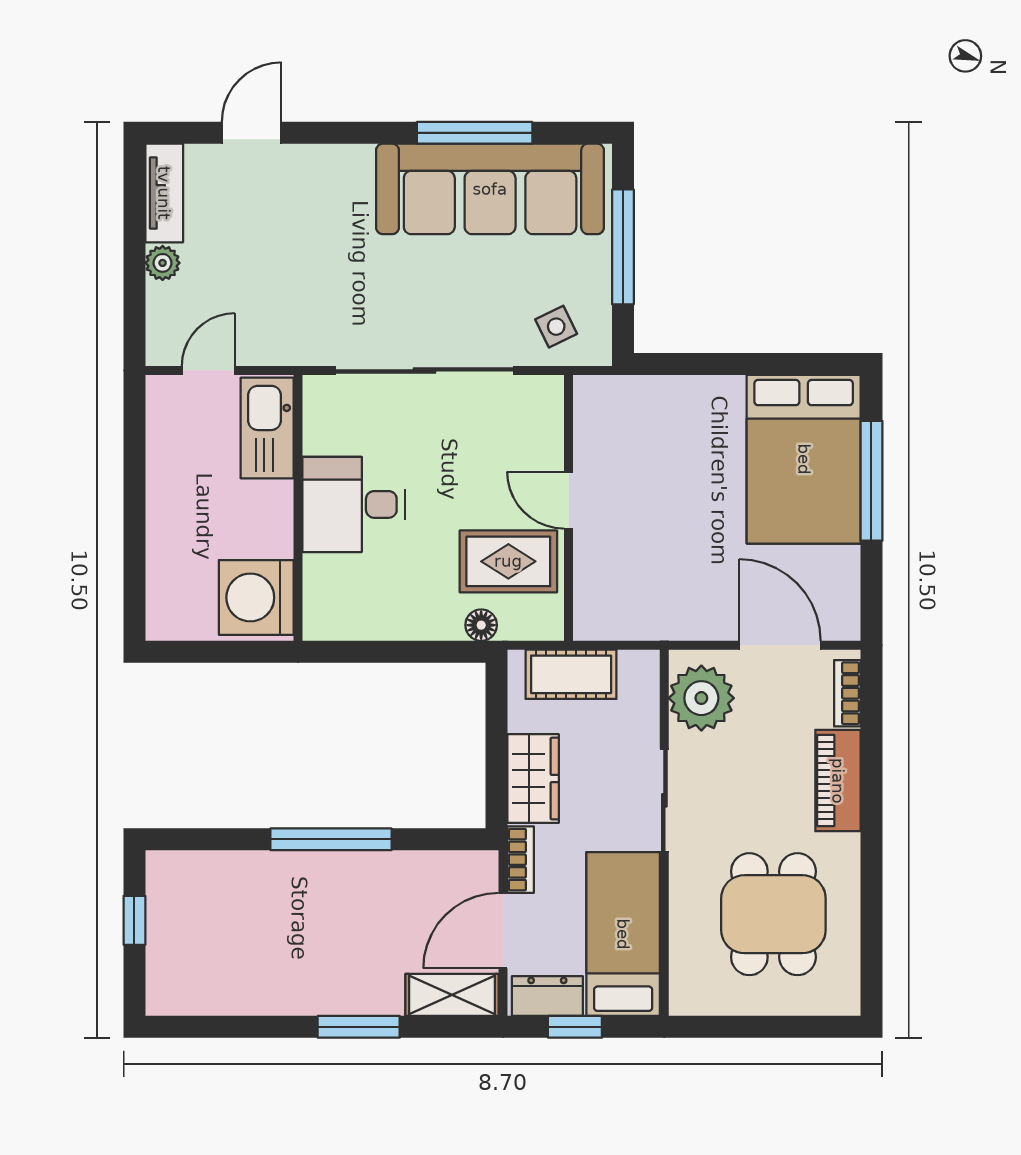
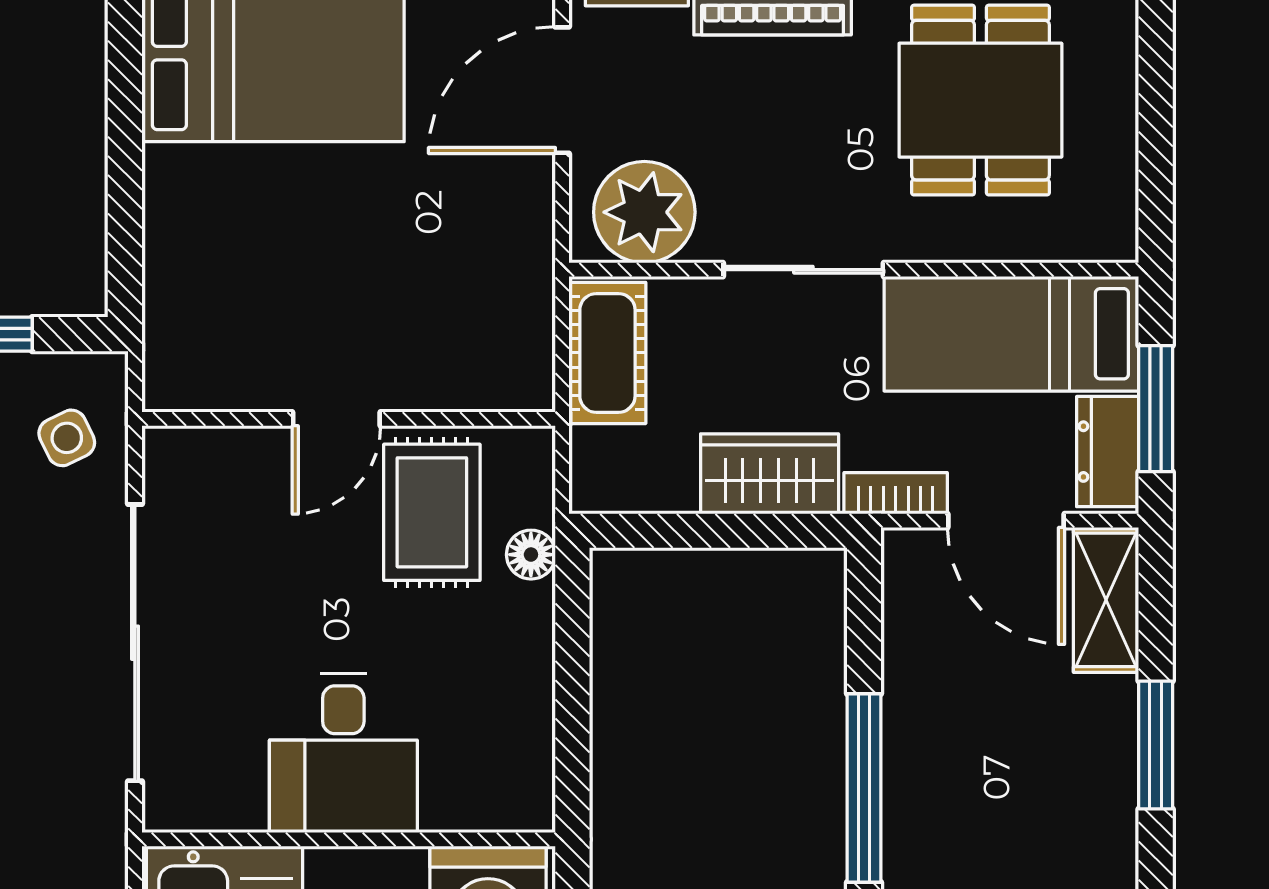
cot: (571, 674) -> (607, 353), moved
dining table: (773, 914) -> (980, 100), turned 90
window: (575, 1027) -> (1156, 409), width x1.50

